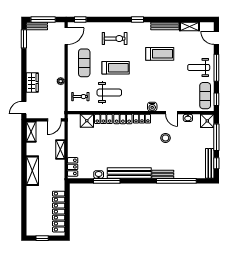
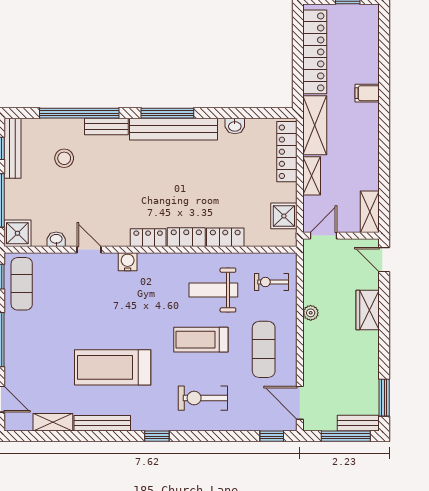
door: (66, 36) -> (300, 403), hinge flipped
treadmill: (160, 54) -> (113, 367), width x1.37, depth x1.38
weight bench: (199, 67) -> (35, 340), removed
door: (24, 108) -> (384, 260), swing flipped
shower: (87, 121) -> (284, 216), moved
stool: (165, 138) -> (64, 158), moved
locker: (73, 167) -> (287, 152), width x1.53
shelving: (32, 171) -> (315, 125), moved
window: (107, 181) -> (167, 113), moved
filing cabinet: (32, 191) -> (367, 93), added

